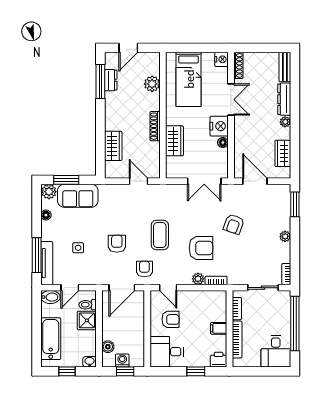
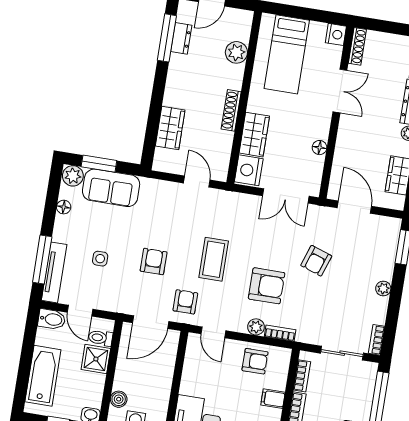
nightstand: (219, 126) -> (249, 170), moved, turned 180
door: (70, 288) -> (80, 311), hinge flipped
armchair: (170, 319) -> (255, 361), moved

